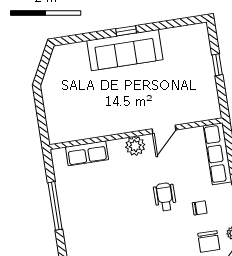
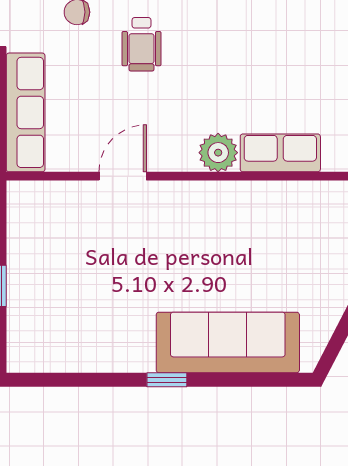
sofa: (125, 50) -> (228, 342), moved
plant: (135, 146) -> (218, 153), moved

